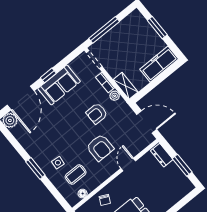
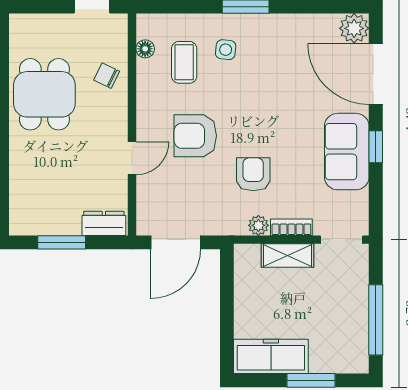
window: (104, 30) -> (376, 320), moved
freezer: (159, 64) -> (271, 356), moved, turned -90
shelving: (126, 86) -> (288, 255), moved
door: (128, 165) -> (132, 158), hinge flipped

